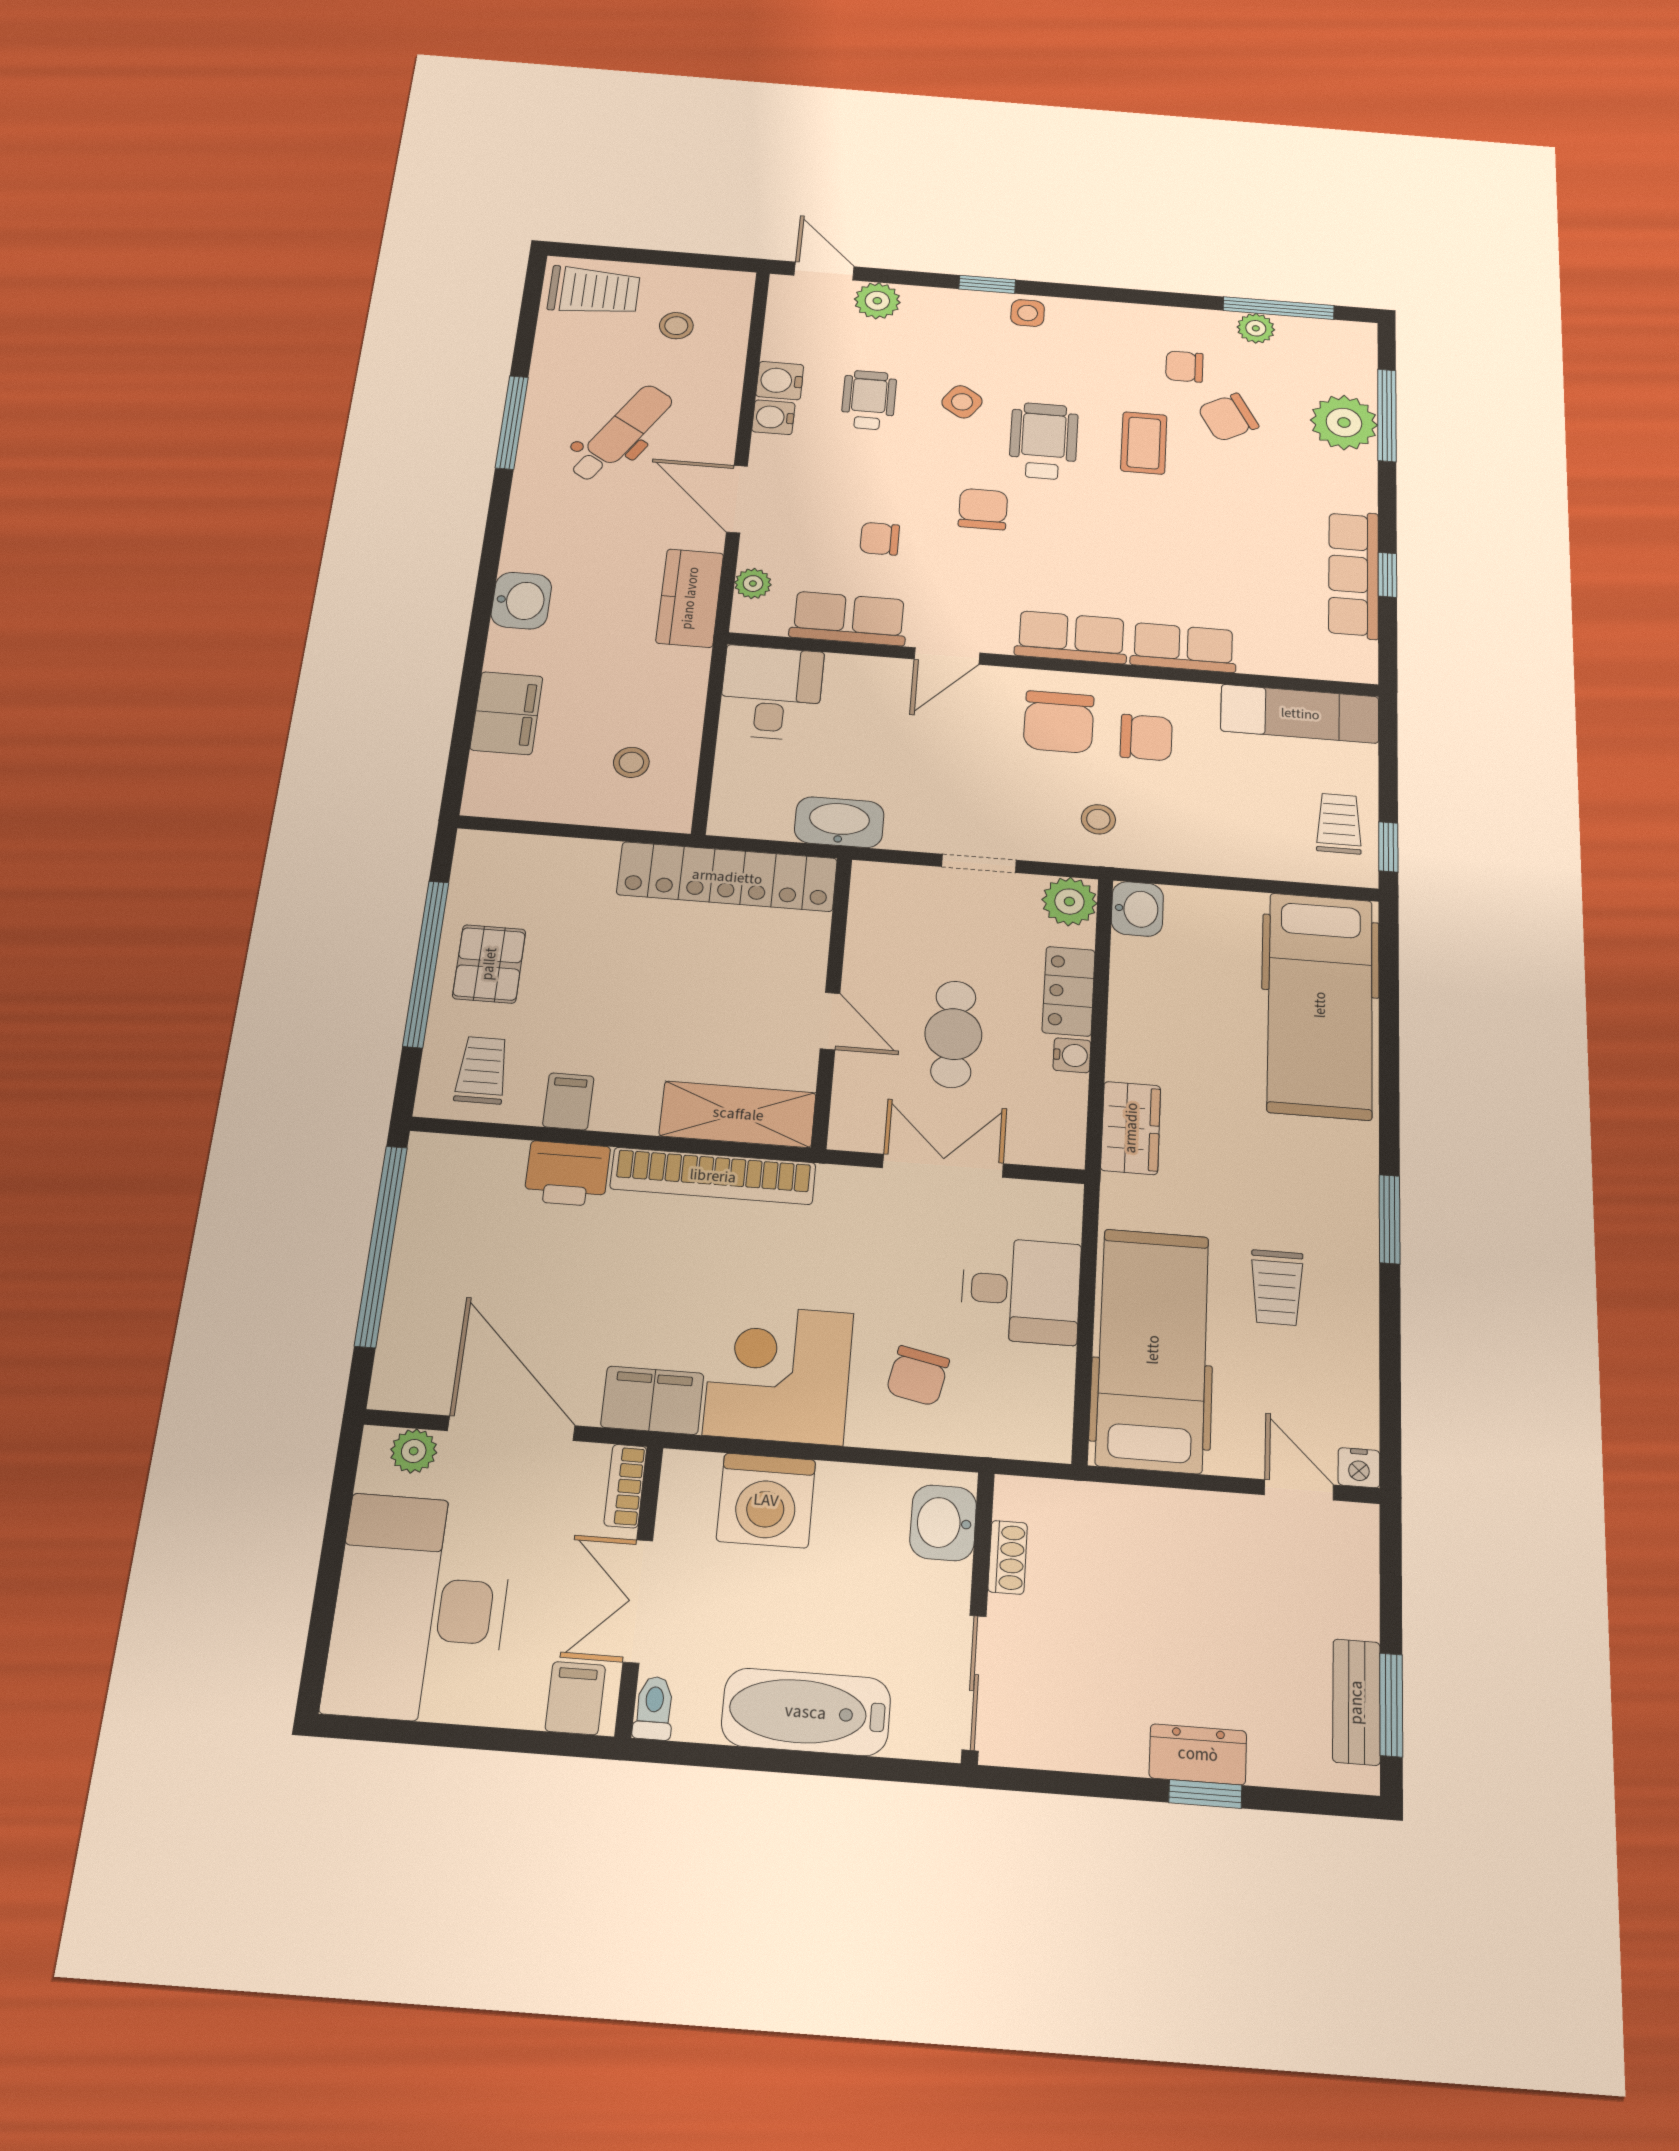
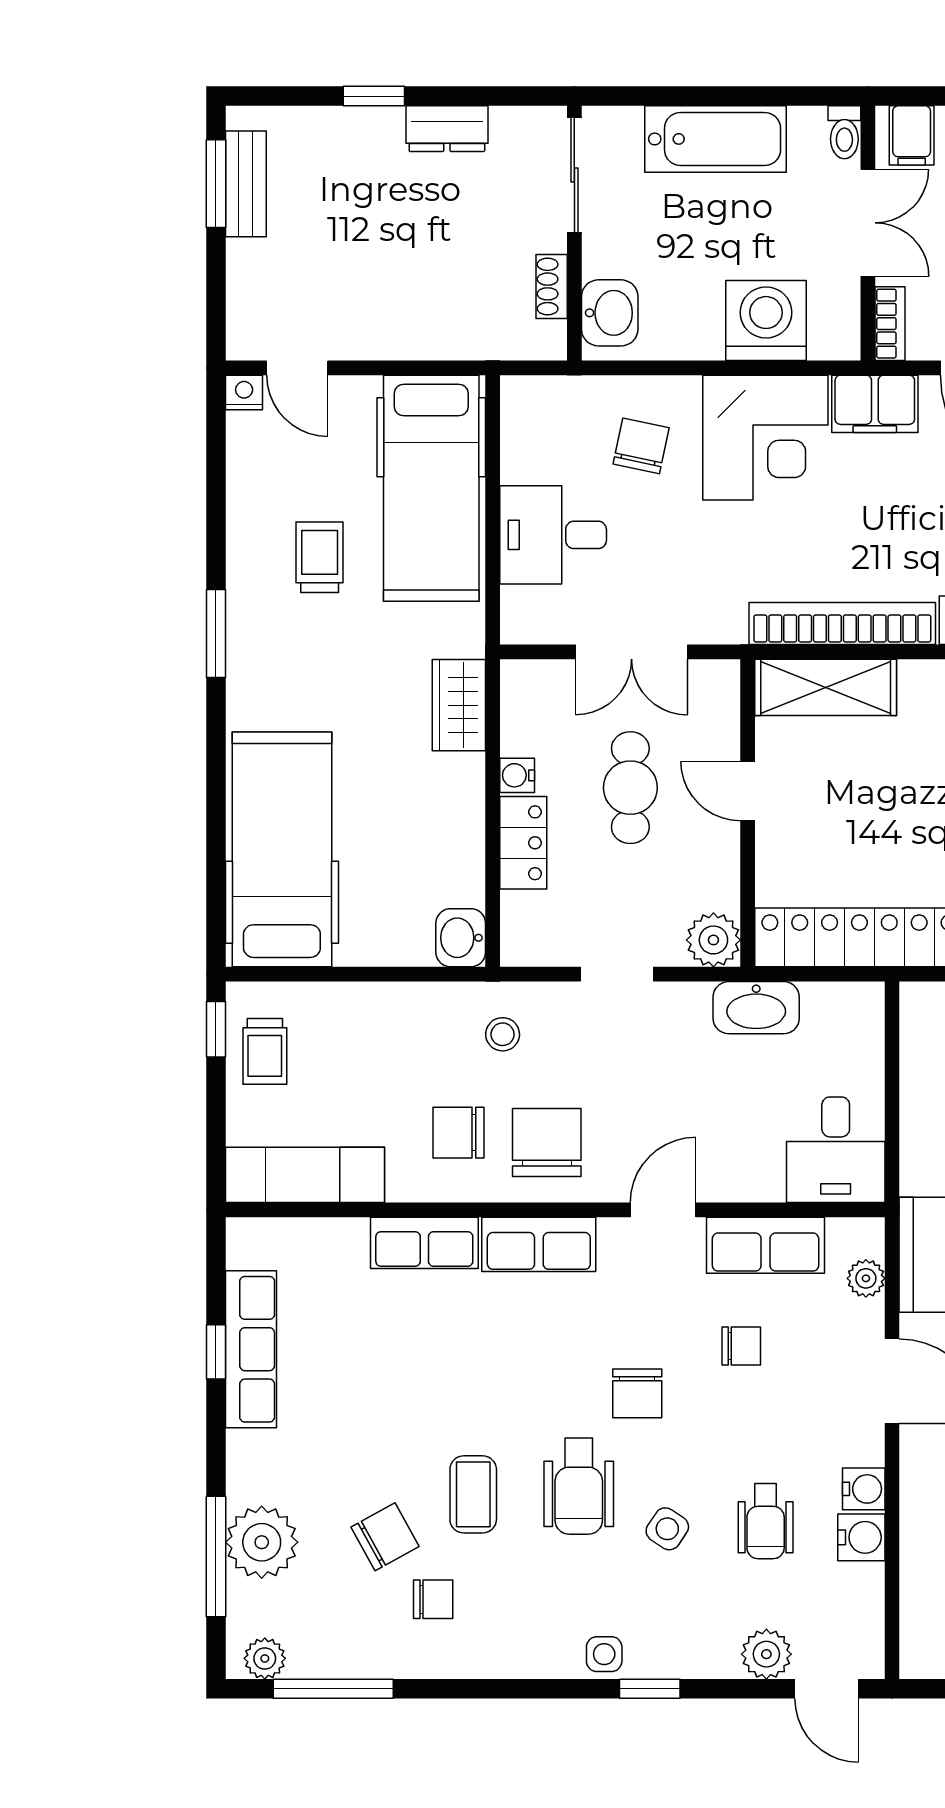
plant: (1256, 328) -> (265, 1658), moved
plant: (1069, 902) -> (713, 940), moved
dresser: (1198, 1754) -> (447, 129), moved

